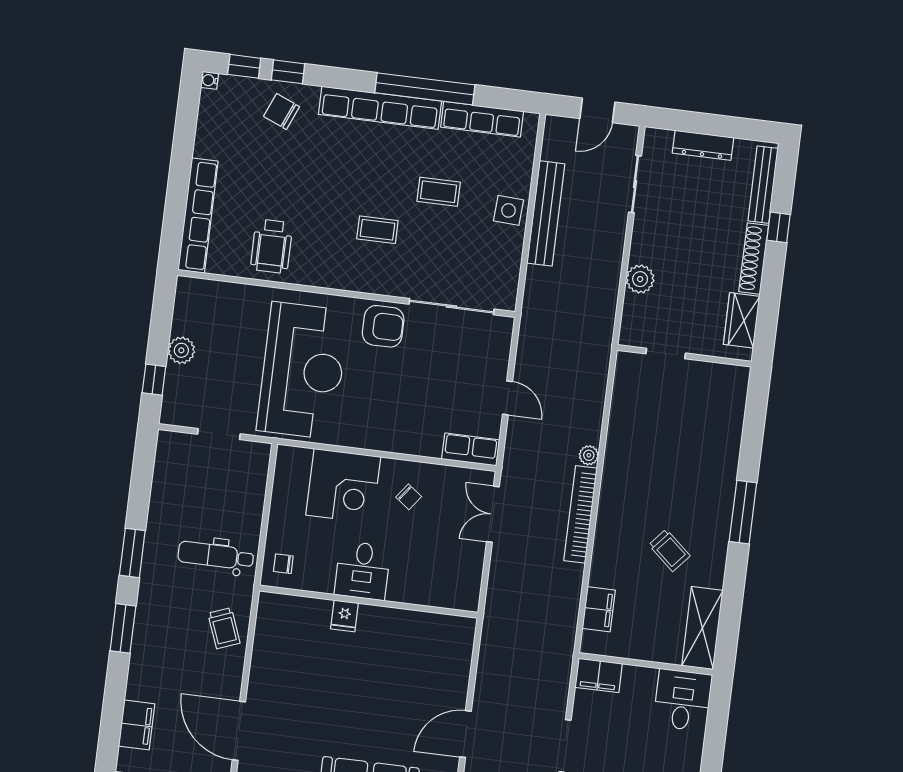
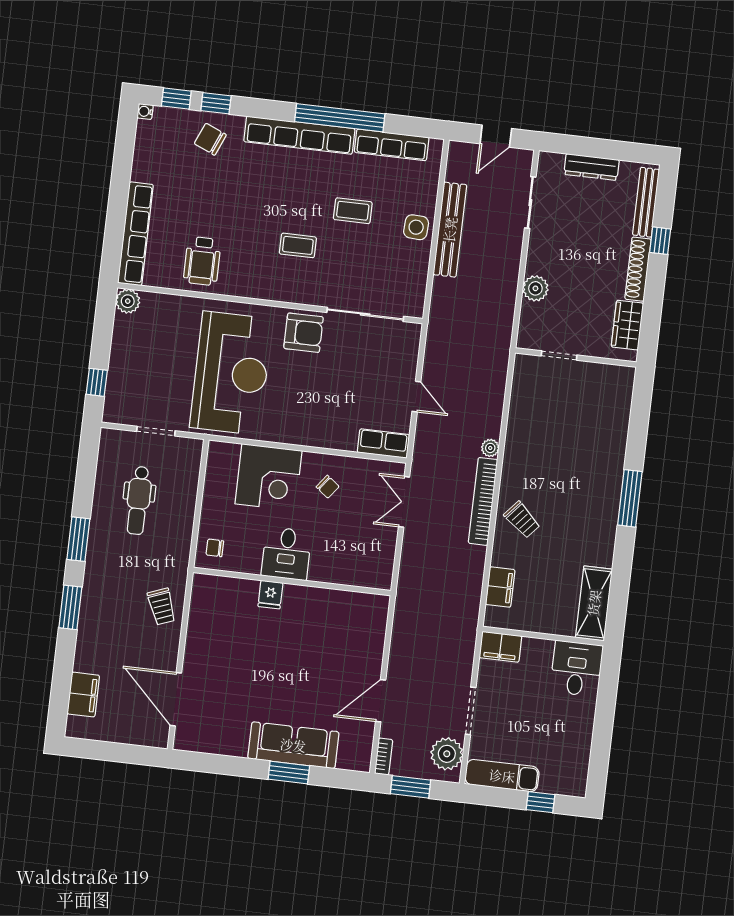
plant: (181, 350) -> (128, 301), moved
trolley: (669, 550) -> (522, 520), moved
dental chair: (216, 556) -> (139, 500), moved, turned -90

